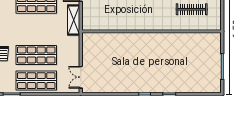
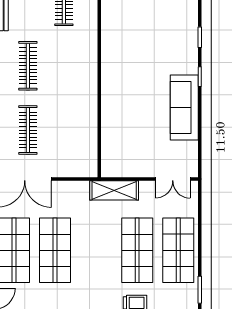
shelving: (74, 20) -> (114, 190), moved
sofa: (125, 84) -> (184, 108), added

